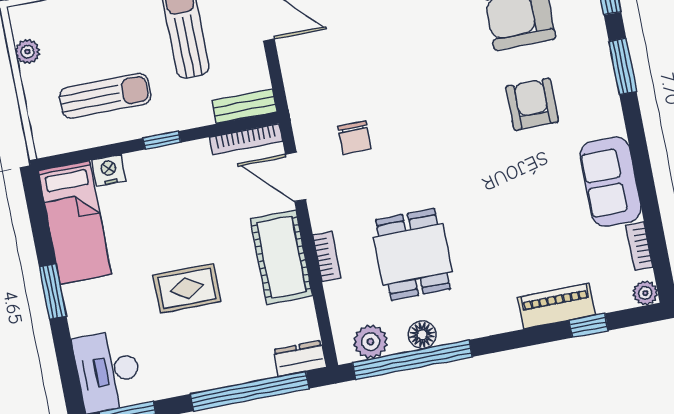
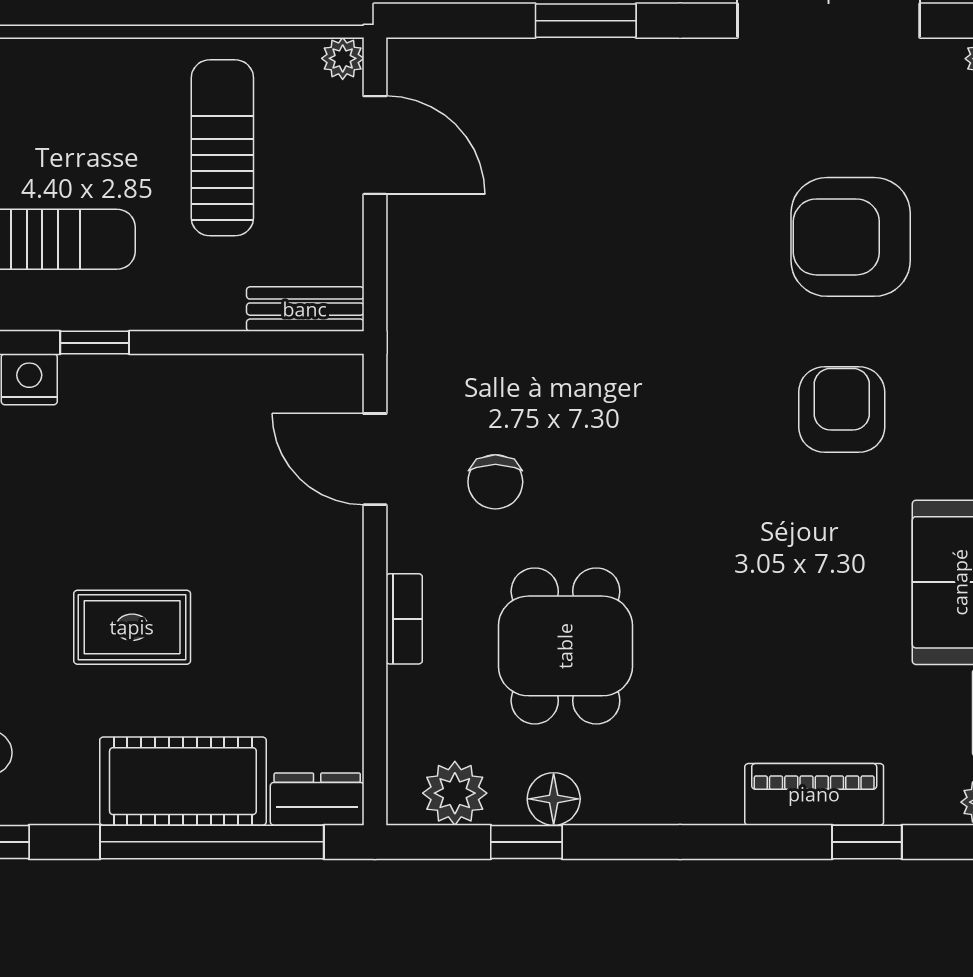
chair: (354, 138) -> (495, 482), moved
bookcase: (246, 139) -> (296, 371), removed
window: (162, 140) -> (95, 343), moved
cot: (281, 257) -> (183, 781), moved, turned 90
window: (412, 360) -> (526, 842), width x0.32

